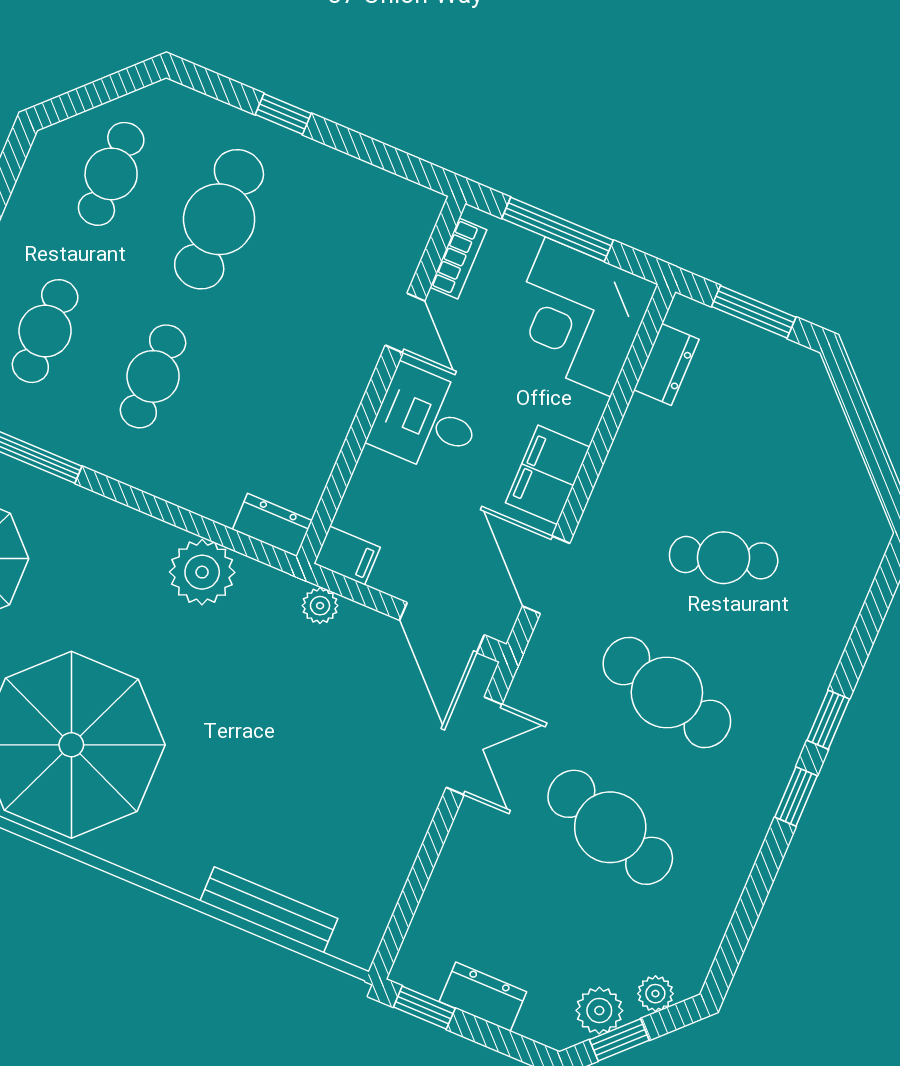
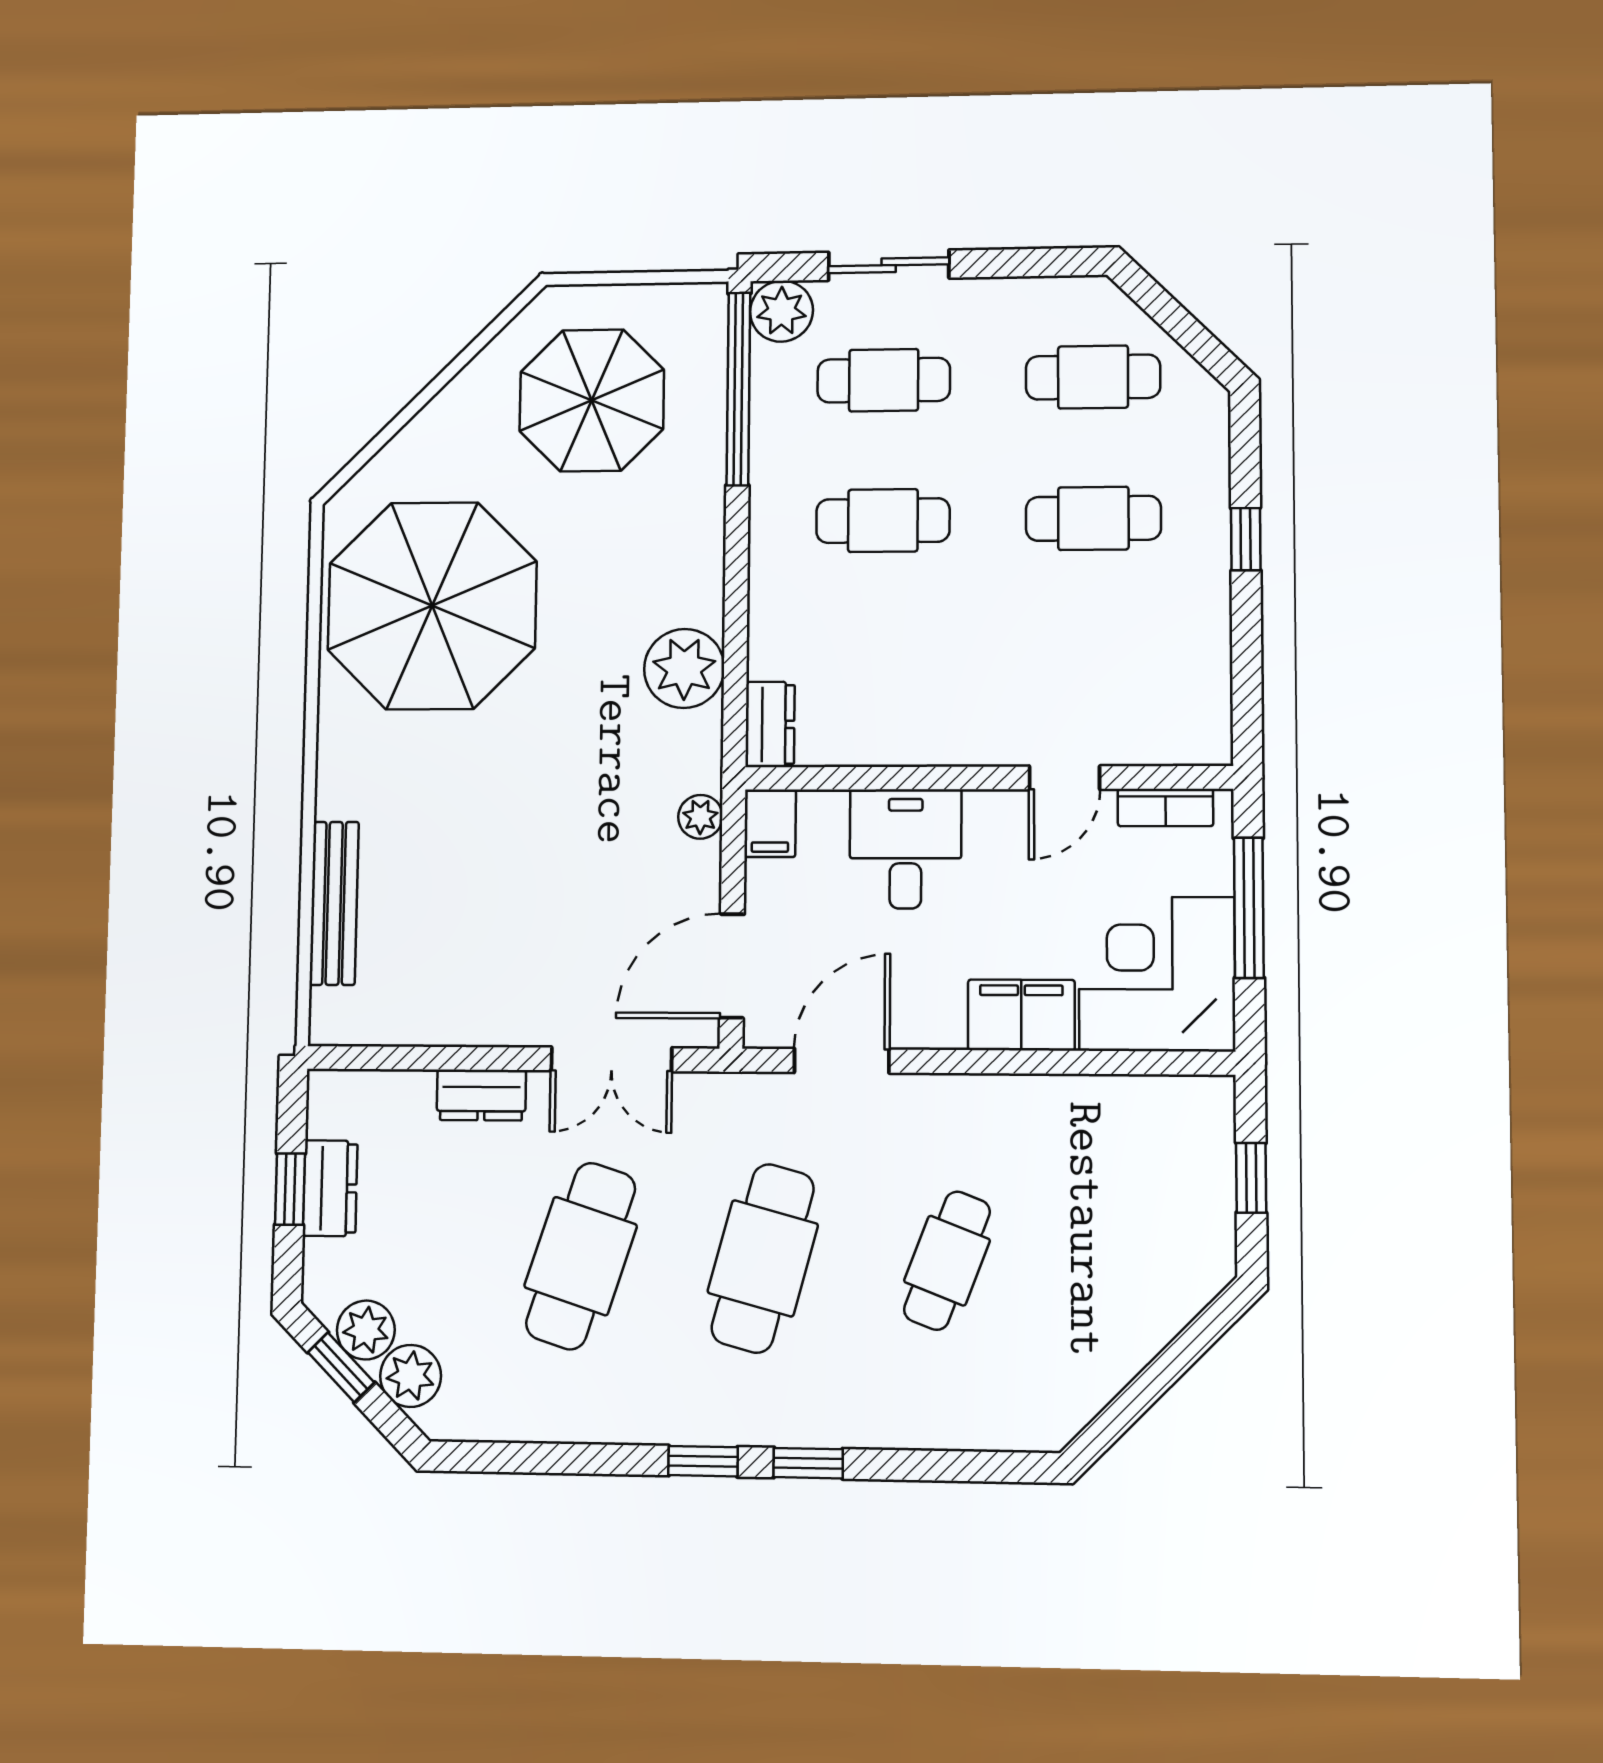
cafe table: (219, 219) -> (1093, 518), width x0.73, depth x0.74
window: (754, 312) -> (1251, 1178), width x0.67
dresser: (666, 364) -> (481, 1095), moved
desk: (426, 420) -> (906, 849), moved
filing cabinet: (548, 475) -> (1021, 1015), moved
cafe table: (724, 558) -> (947, 1261), turned 39
plant: (655, 994) -> (411, 1376), width x1.38, depth x1.38
window: (424, 1008) -> (290, 1189), moved

